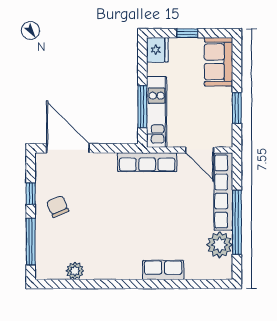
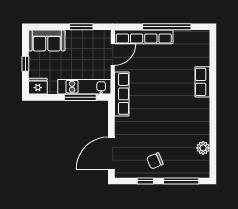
plant: (220, 245) -> (184, 40), removed

